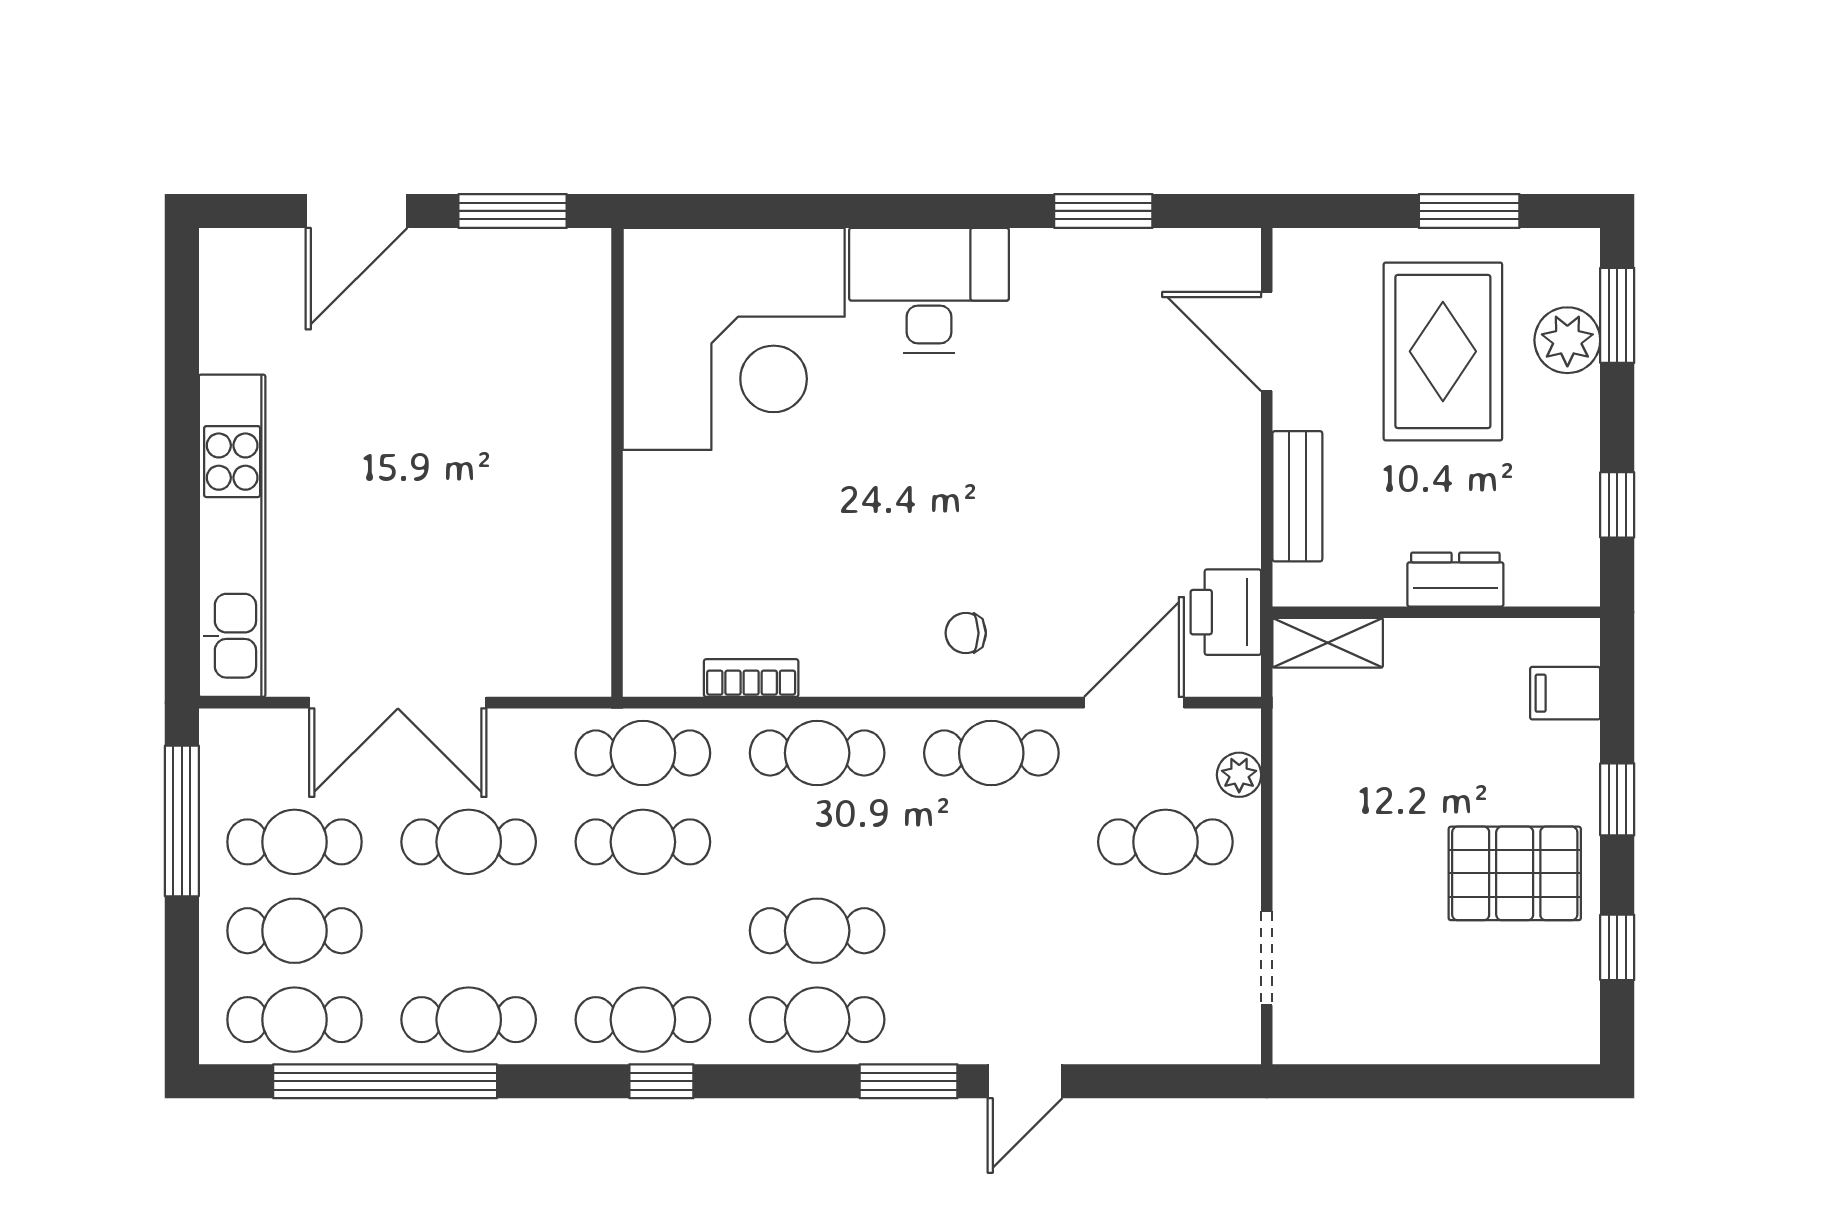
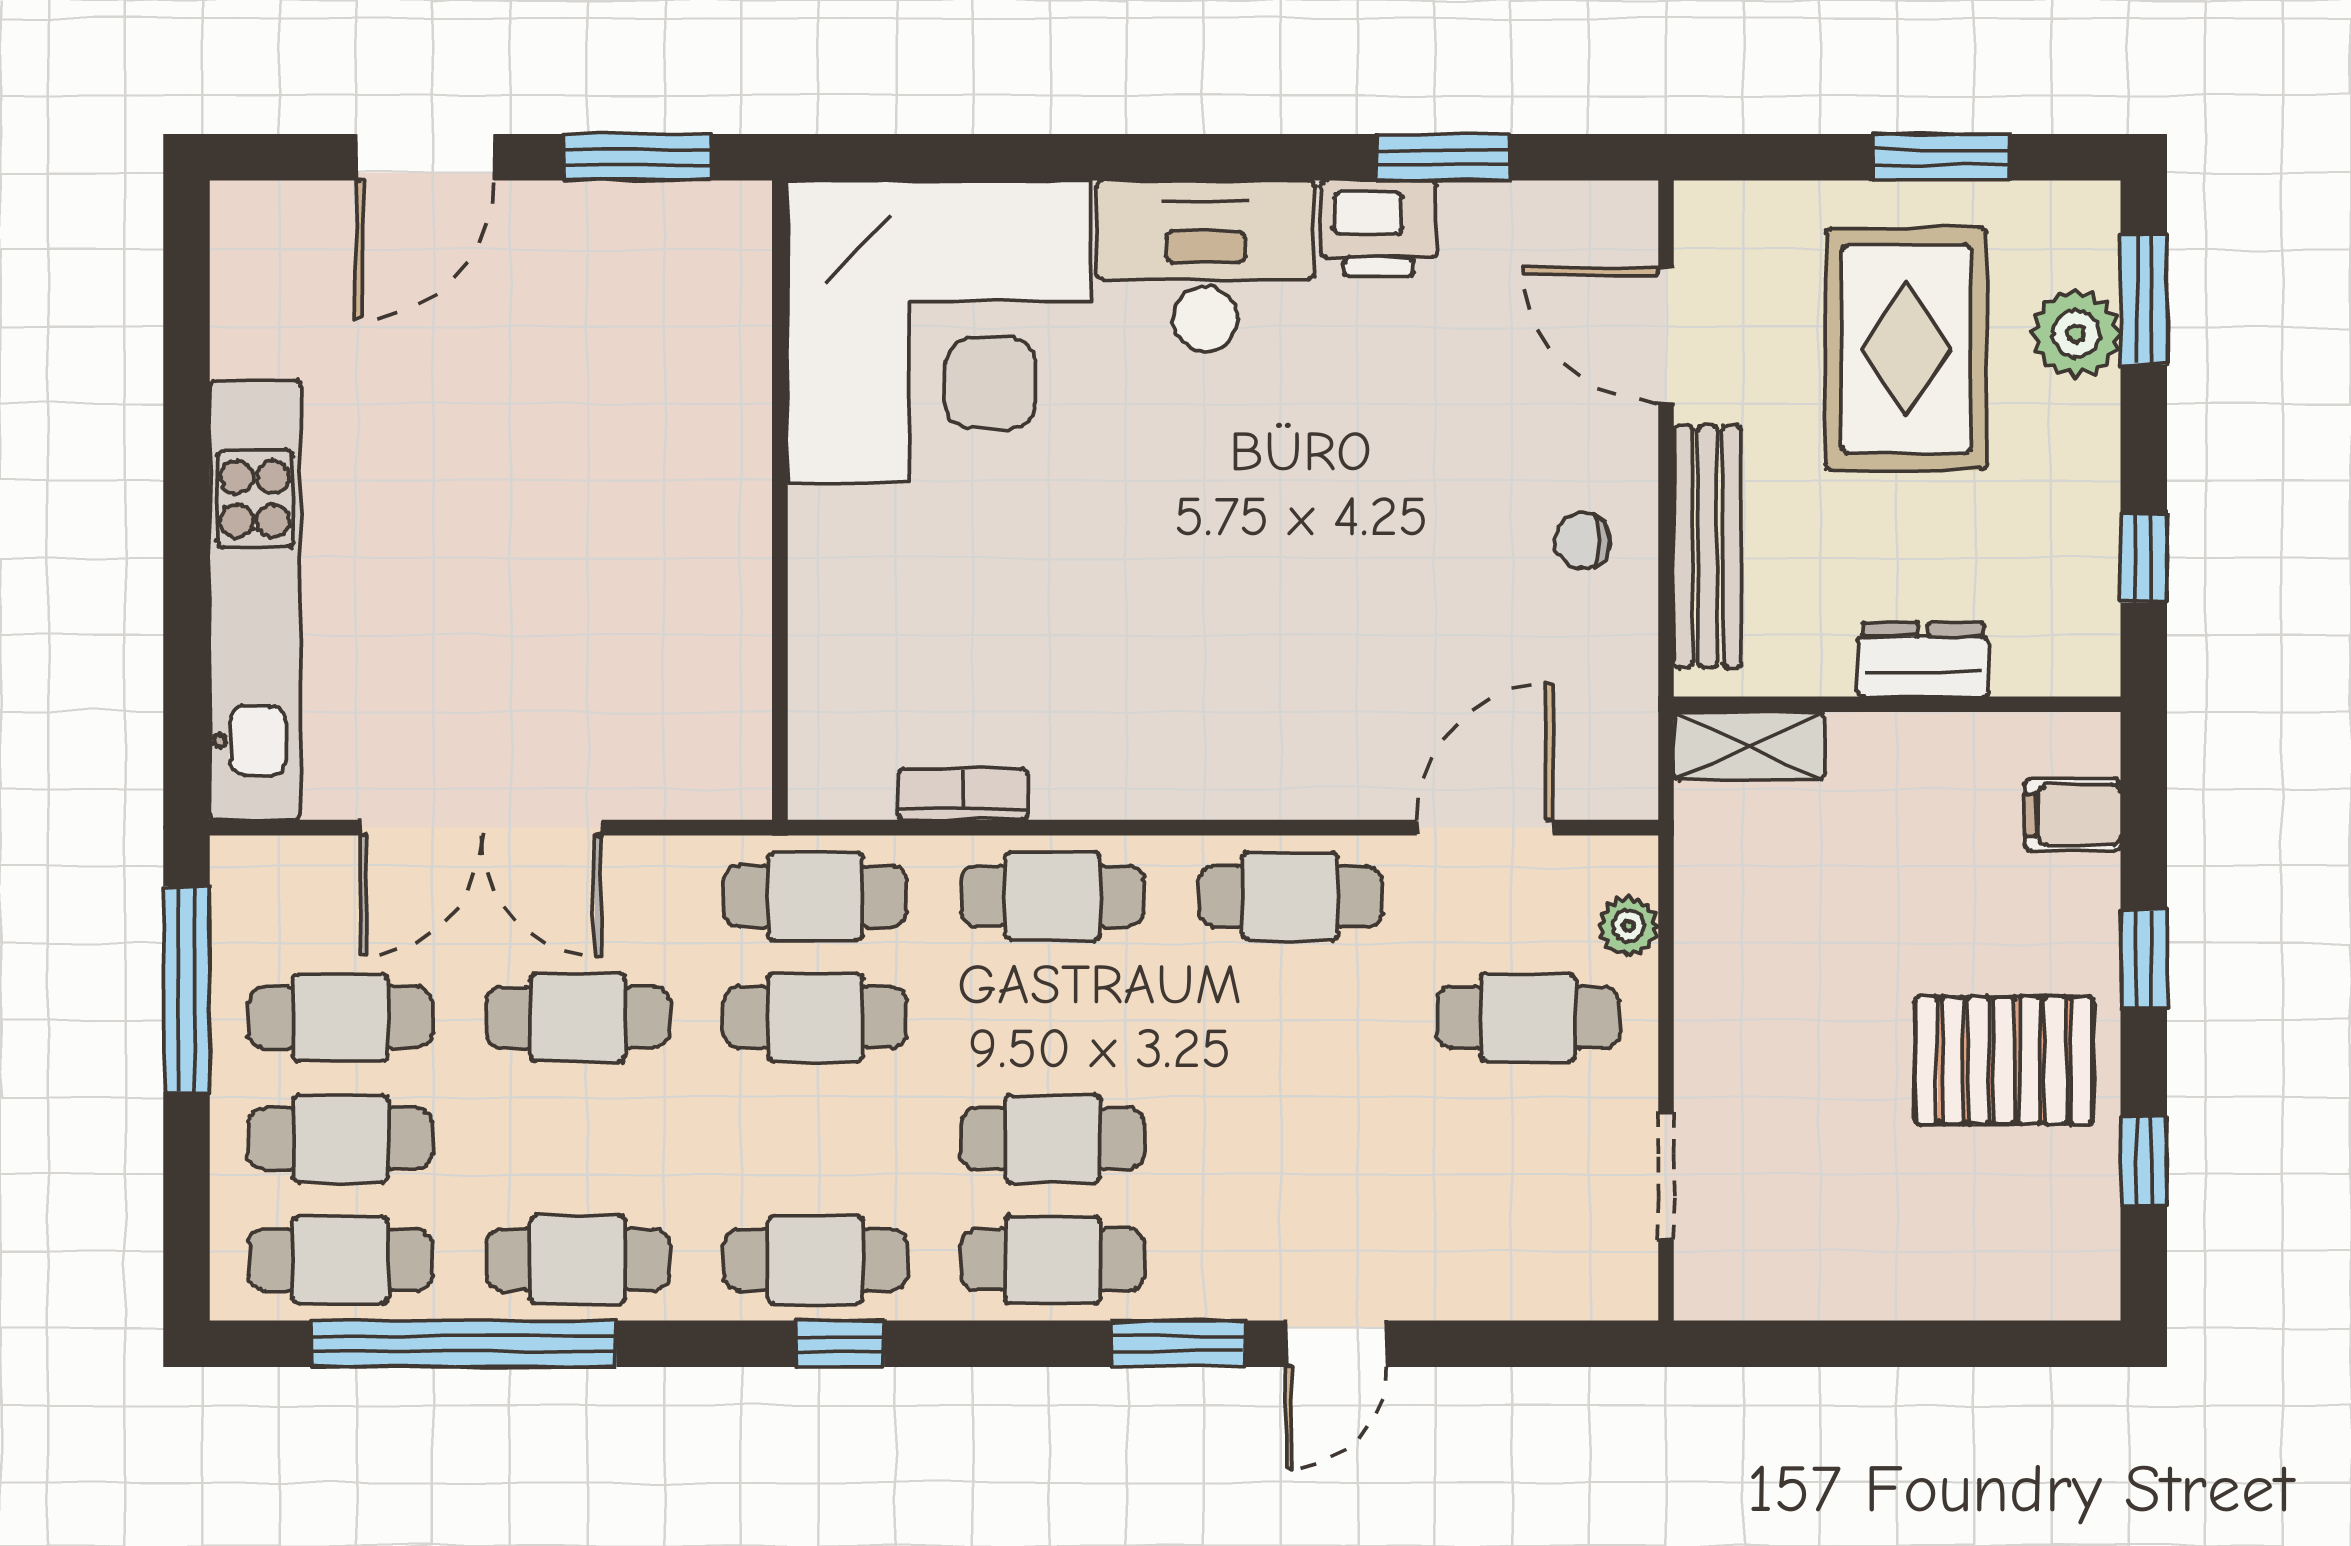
bench: (1297, 496) -> (1708, 546), width x1.36
printer: (1226, 612) -> (1378, 228), moved, turned -90
chair: (966, 633) -> (1583, 540), moved

